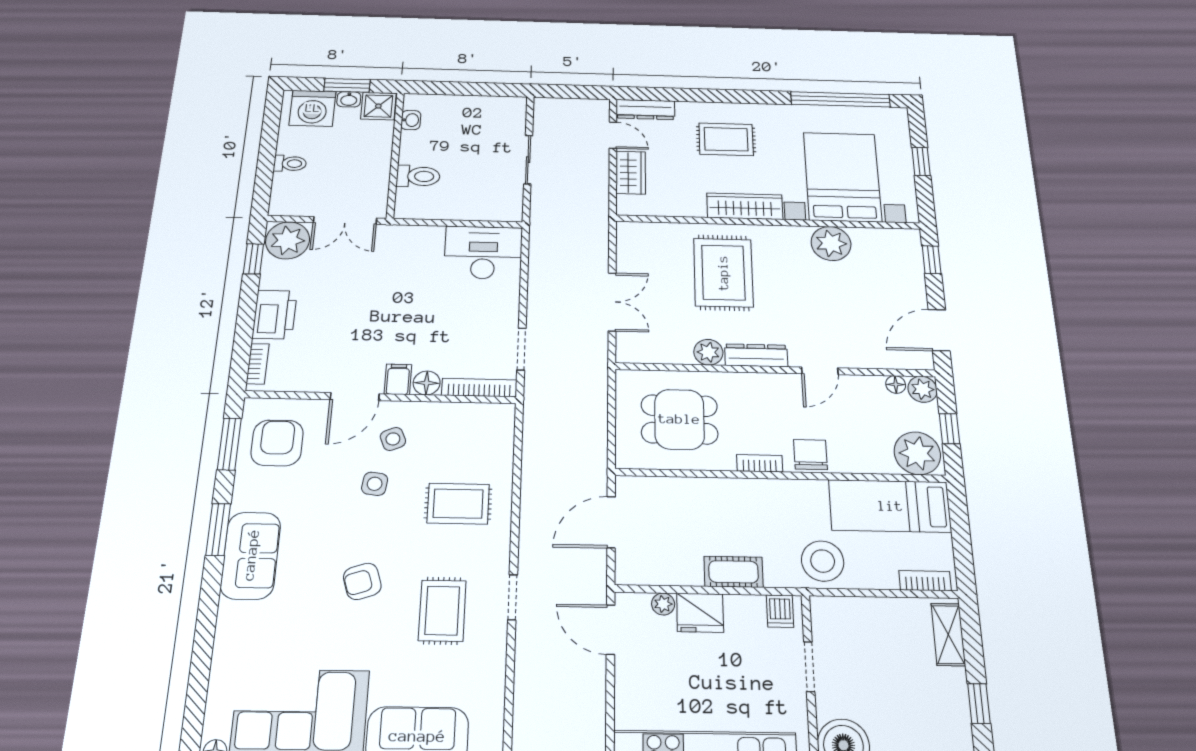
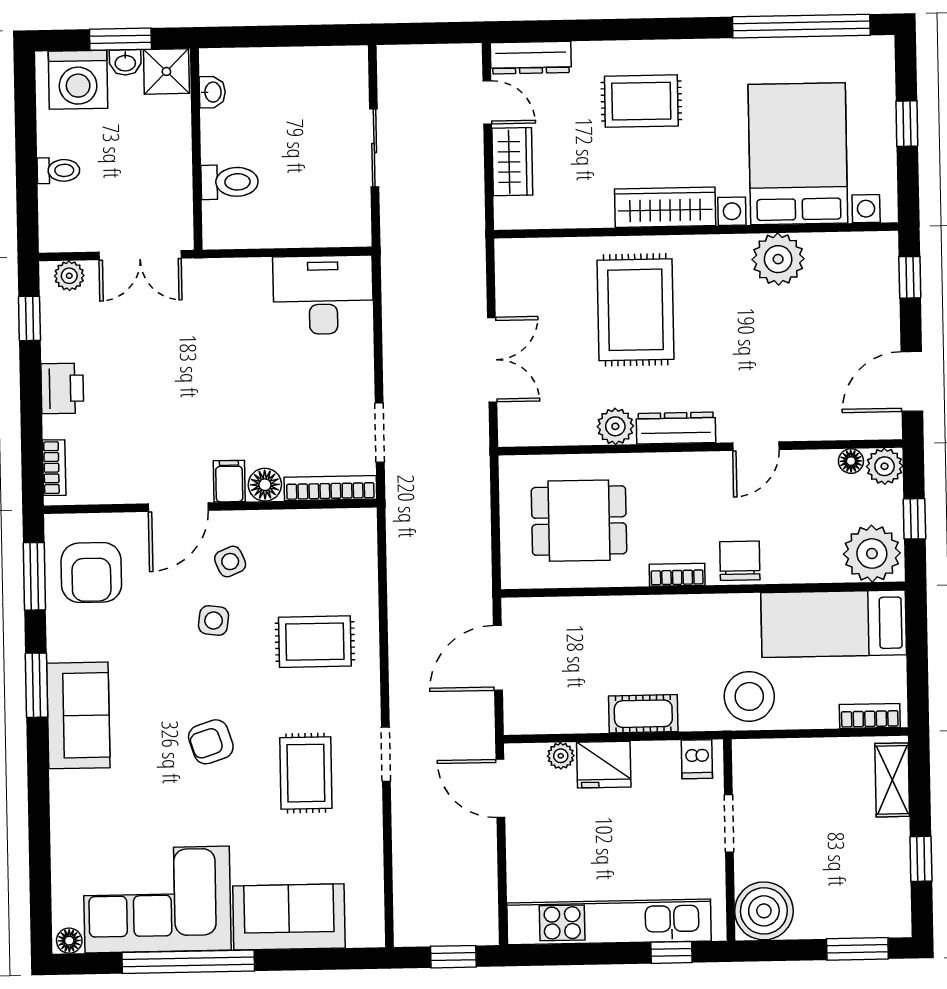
plant: (288, 240) -> (69, 276), width x0.53, depth x0.53
printer: (275, 314) -> (62, 388), width x0.73, depth x0.84
armchair: (277, 443) -> (91, 573), turned 180

